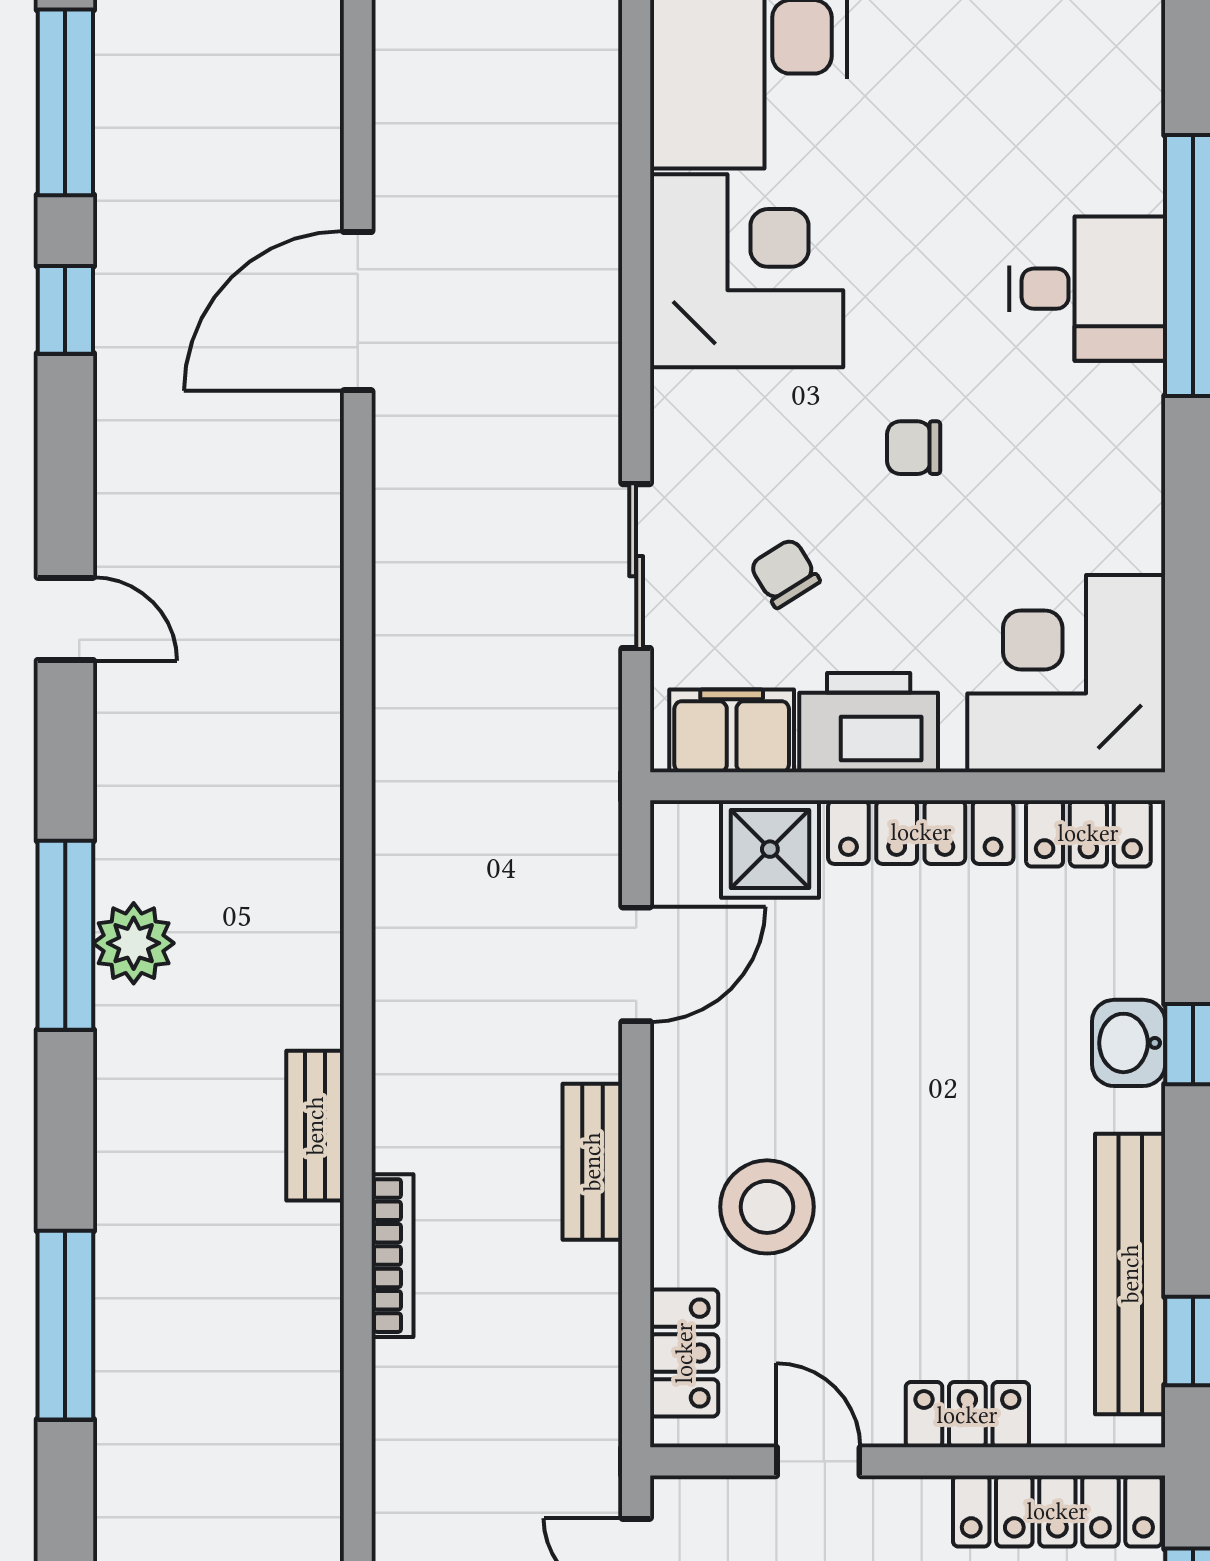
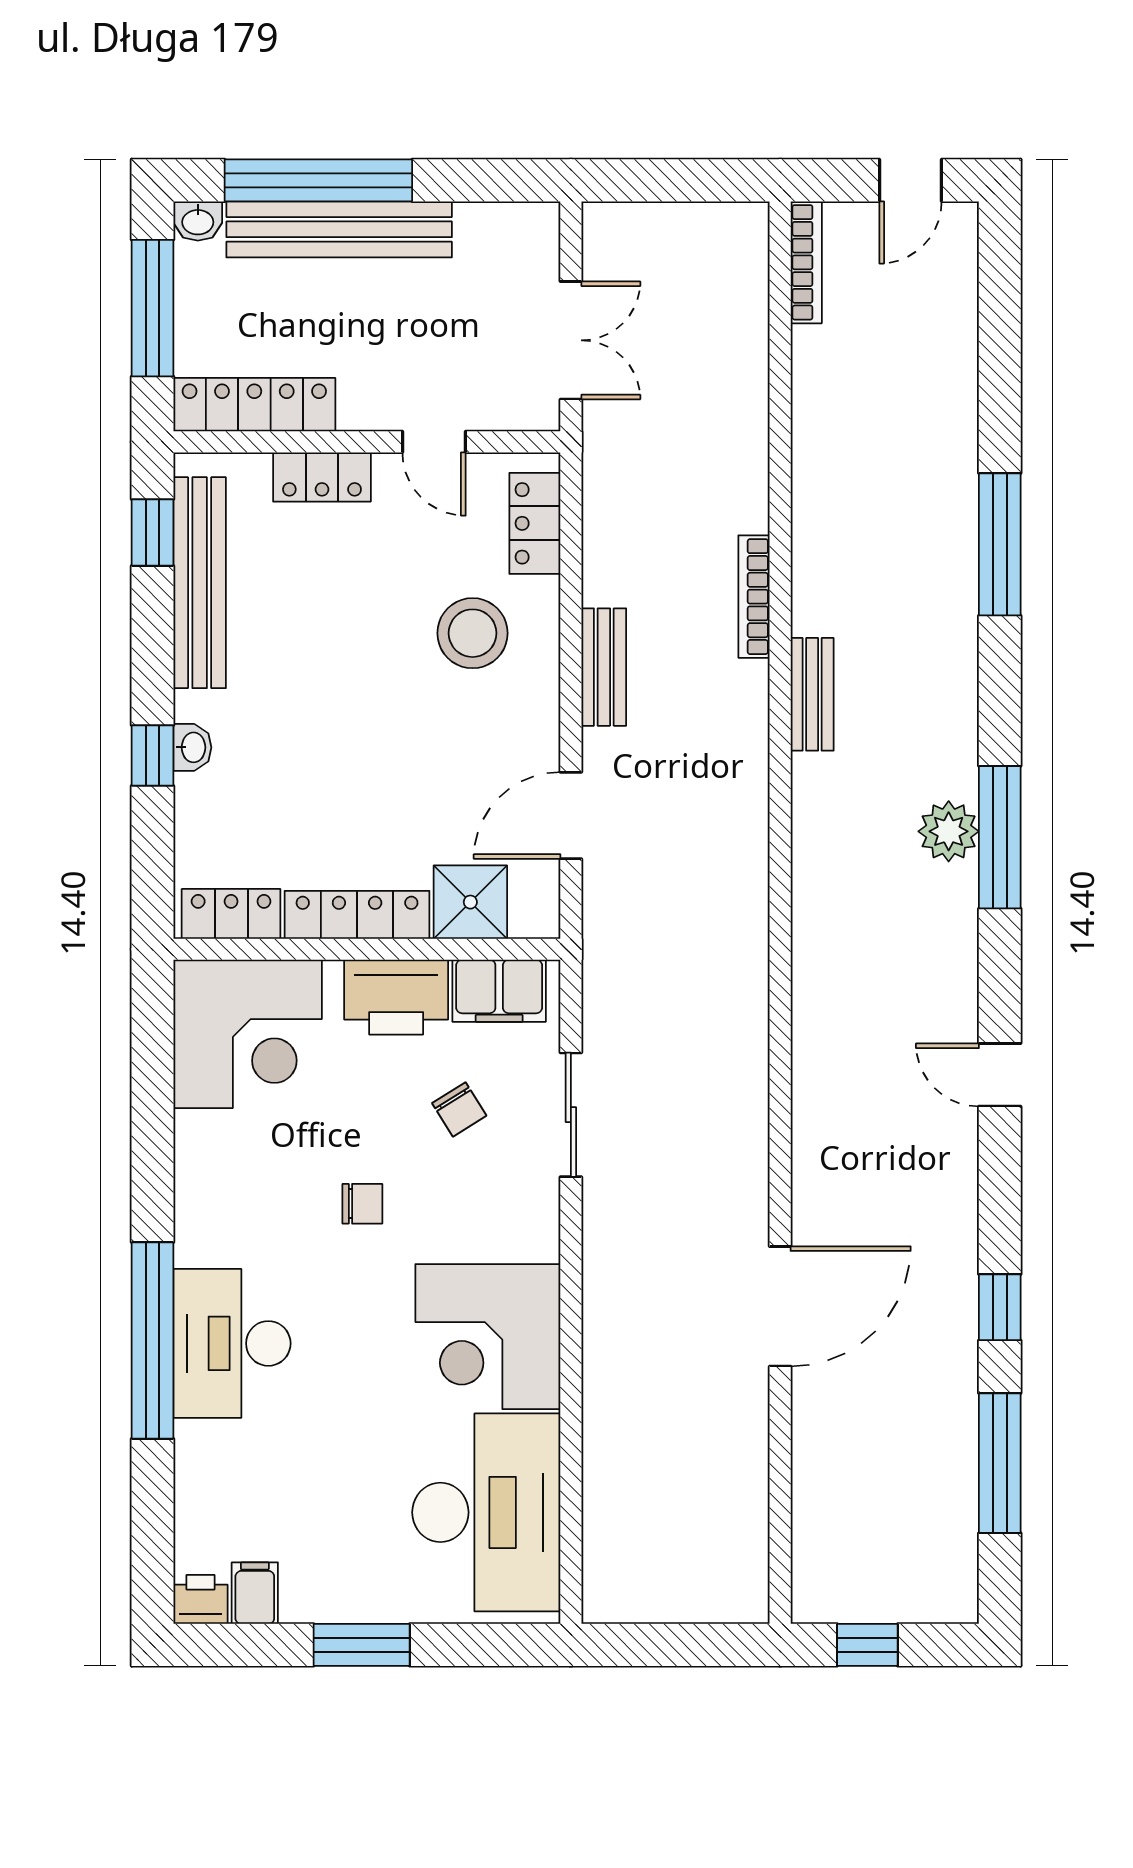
desk: (1087, 289) -> (232, 1343), width x1.37
washbasin: (1129, 1043) -> (192, 747), width x0.72, depth x0.69

